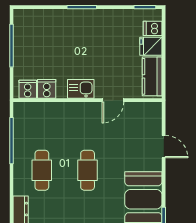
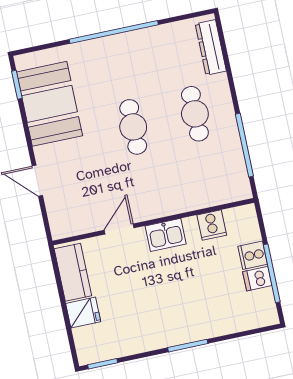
dishwasher: (153, 28) -> (257, 279), moved, turned 180
cooker: (28, 89) -> (253, 255), moved, turned 90

